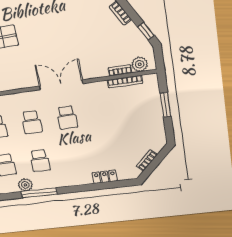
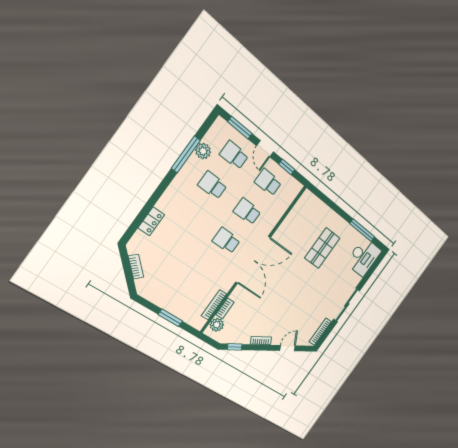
double door: (61, 85) -> (253, 260), width x1.36

